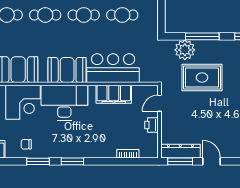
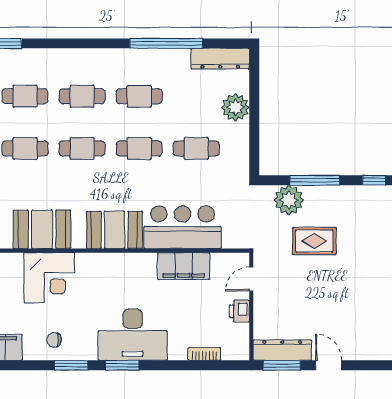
rug: (202, 77) -> (314, 241), width x0.73, depth x0.70
desk: (64, 103) -> (133, 335), moved, turned 180

